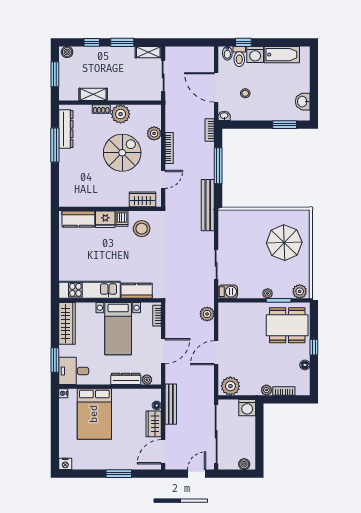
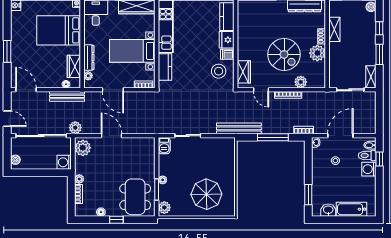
bathtub: (282, 55) -> (352, 209), moved, turned 90
plant: (207, 314) -> (75, 128), moved
wardrobe: (154, 424) -> (74, 66), moved, turned -90

